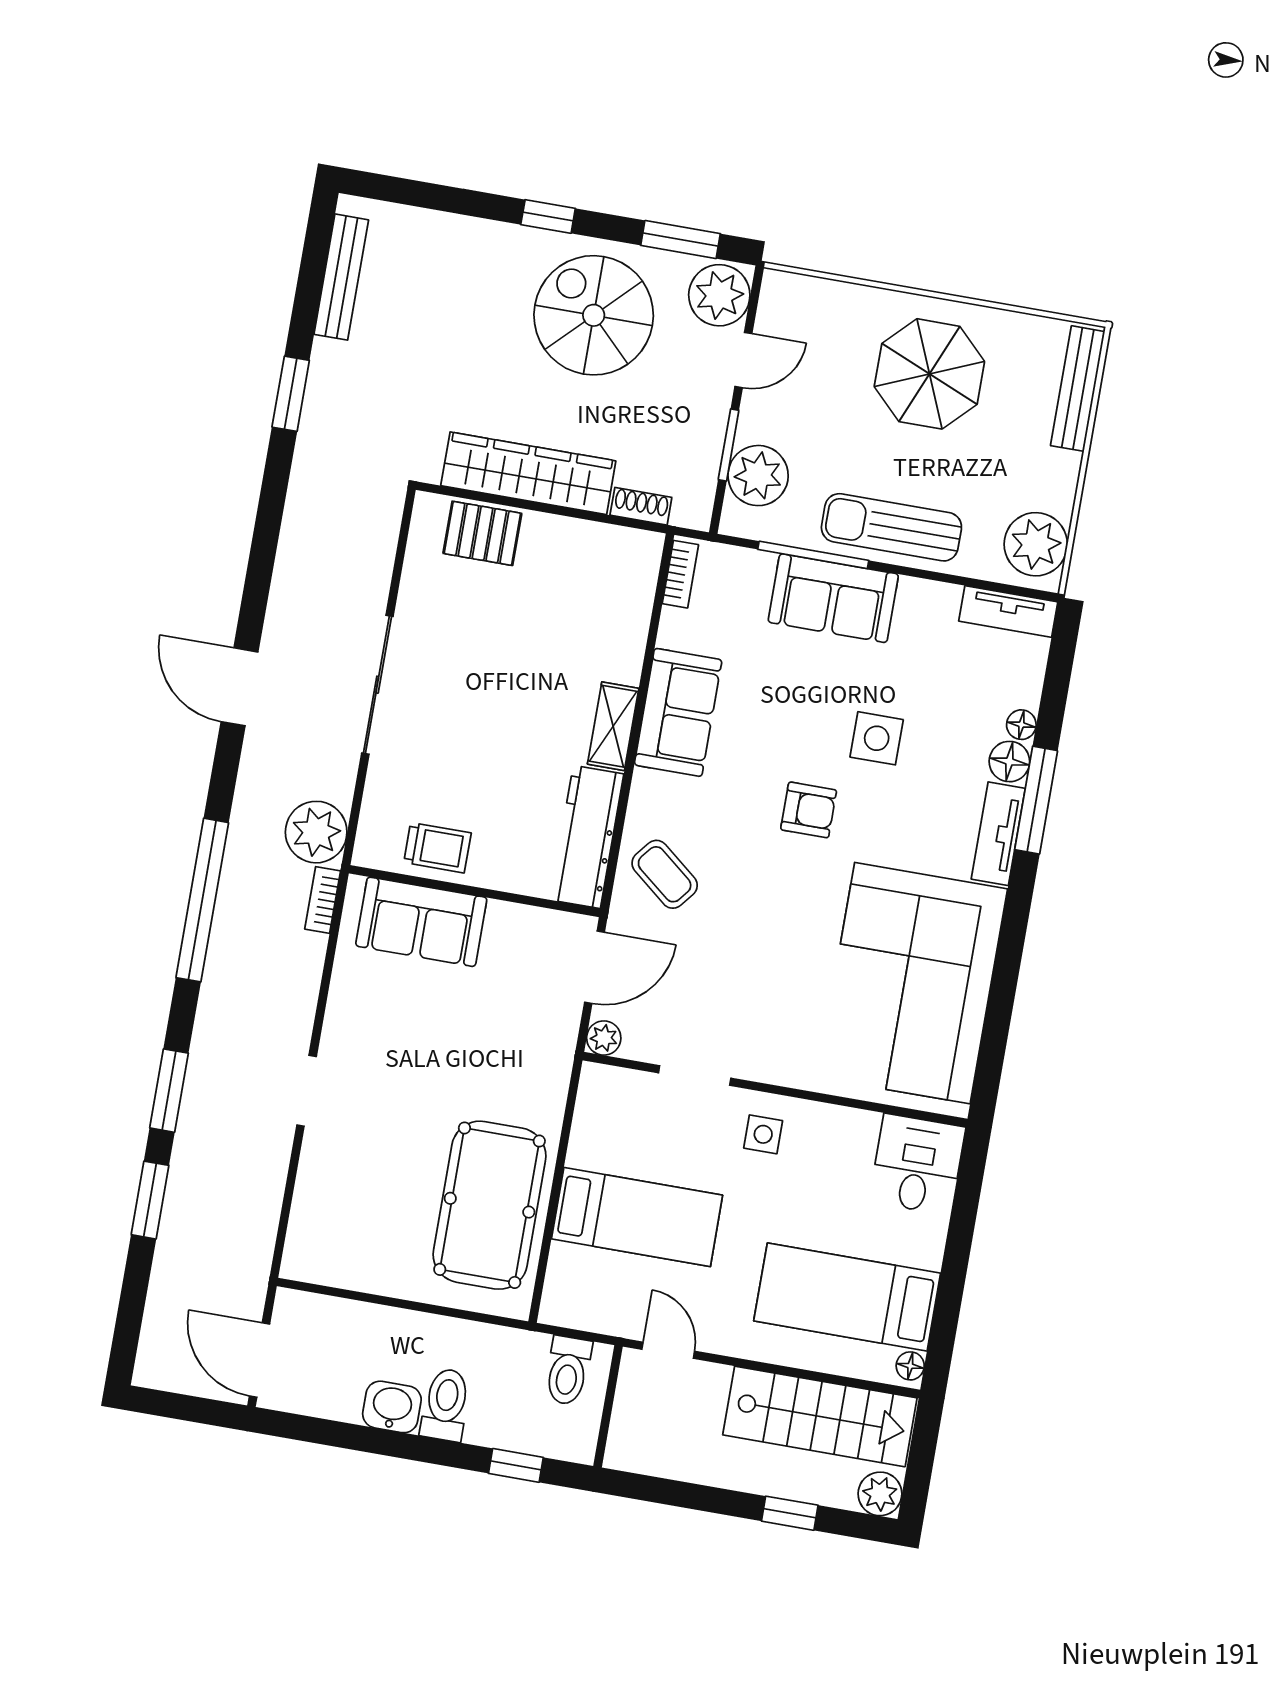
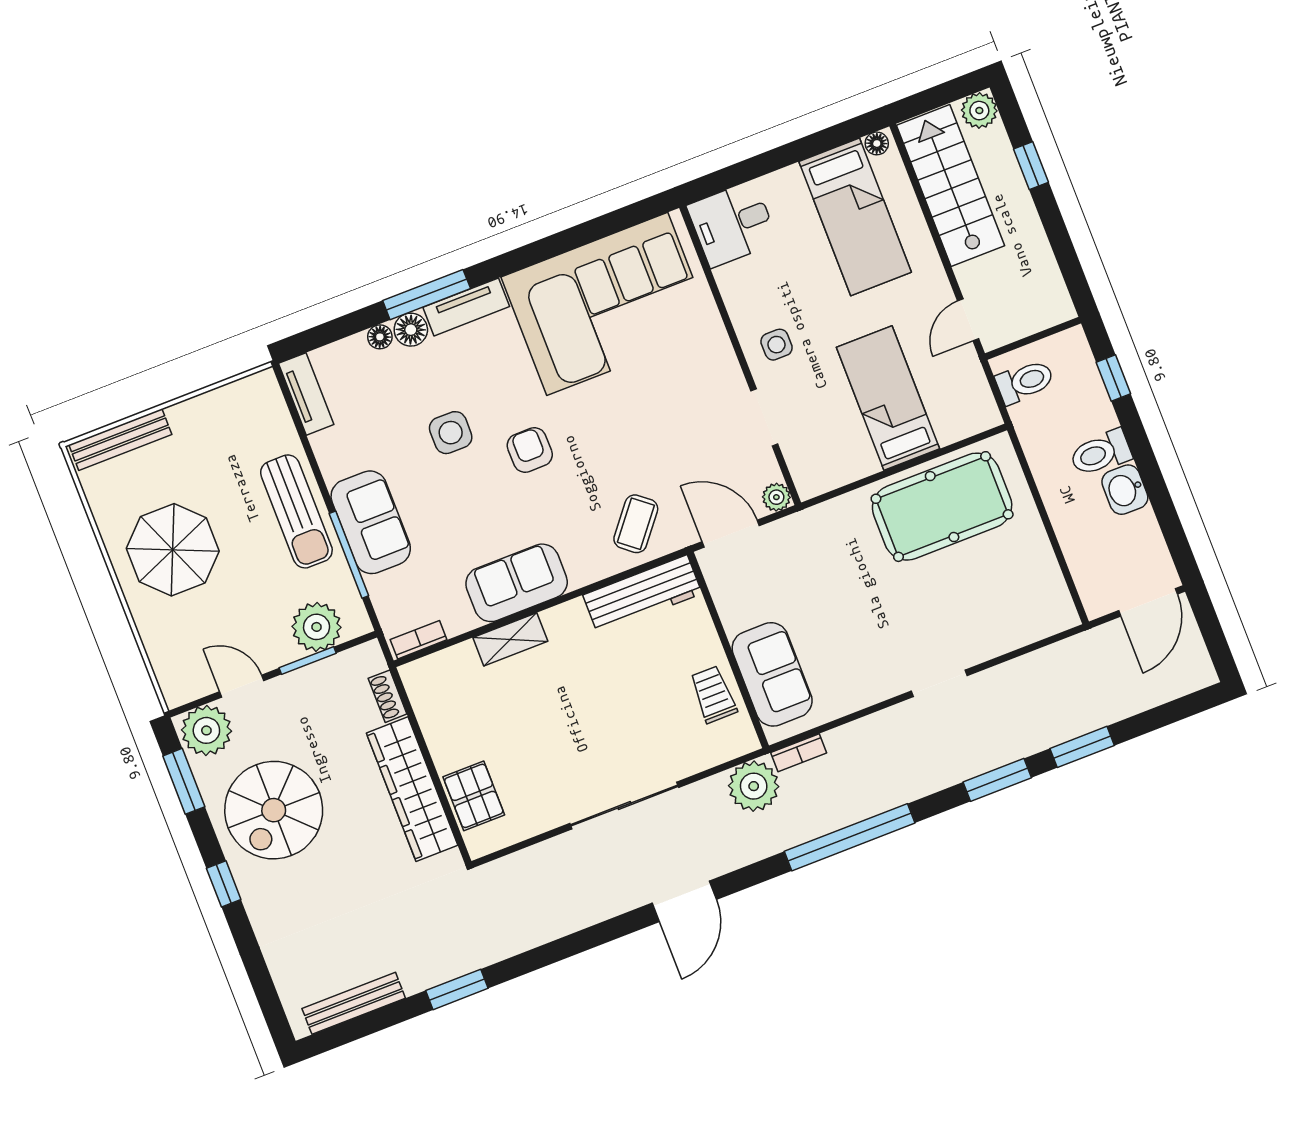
plant: (1036, 544) -> (247, 403), removed
shelving: (613, 726) -> (510, 639), moved

